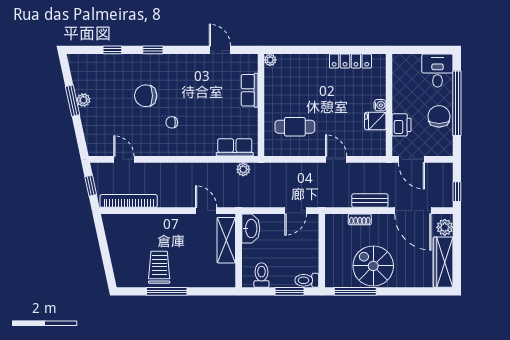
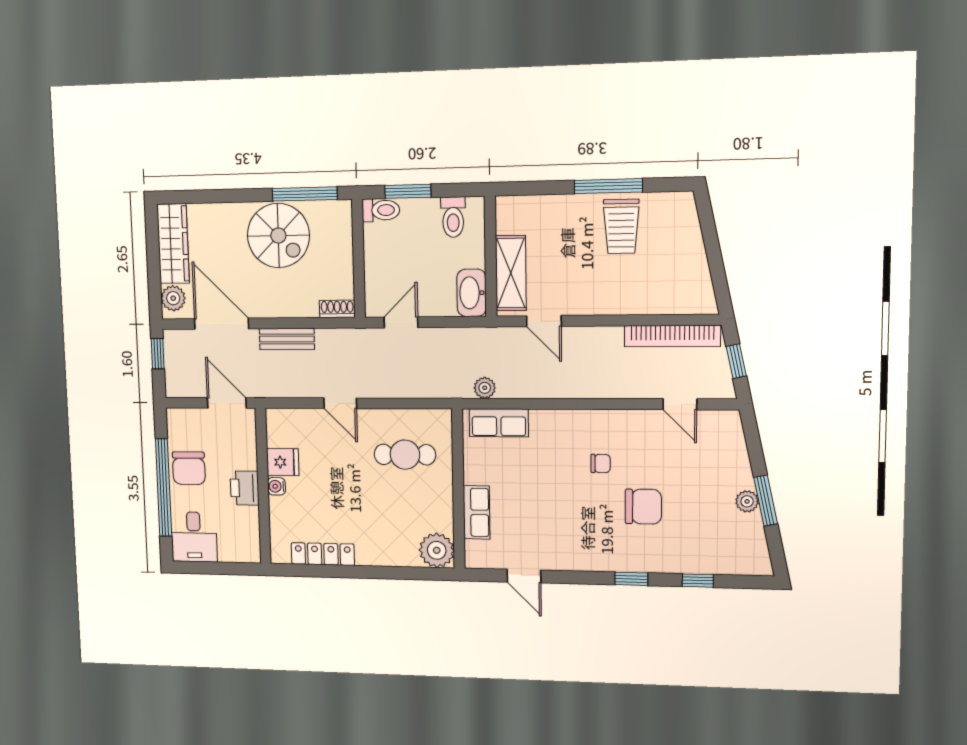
plant: (270, 60) -> (437, 550), width x1.87, depth x1.87
printer: (402, 125) -> (245, 488), moved
shoe rack: (360, 219) -> (337, 309), moved

